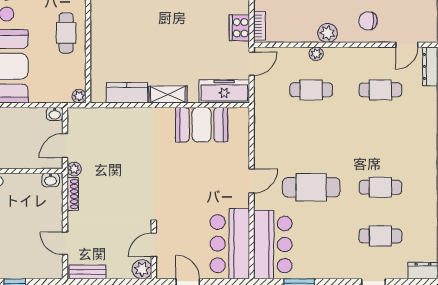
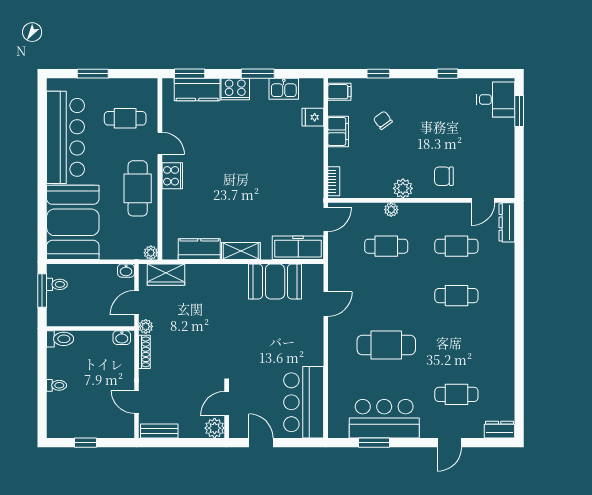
cooker: (239, 28) -> (172, 176), moved, turned 180
cafe table: (66, 33) -> (138, 188), width x1.37, depth x1.35
wardrobe: (94, 118) -> (166, 275), added
door: (252, 181) -> (326, 304), moved
cafe table: (380, 187) -> (456, 296), moved
bar counter: (273, 245) -> (384, 419), moved, turned -90

